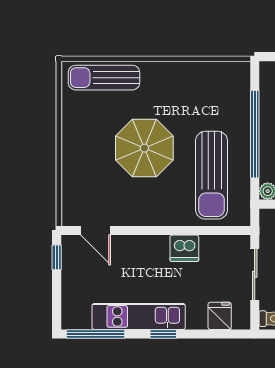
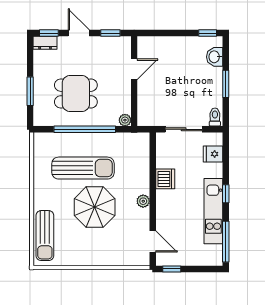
sun lounger: (212, 175) -> (83, 168), moved
plant: (153, 217) -> (143, 201), added
door: (96, 231) -> (153, 242), hinge flipped

